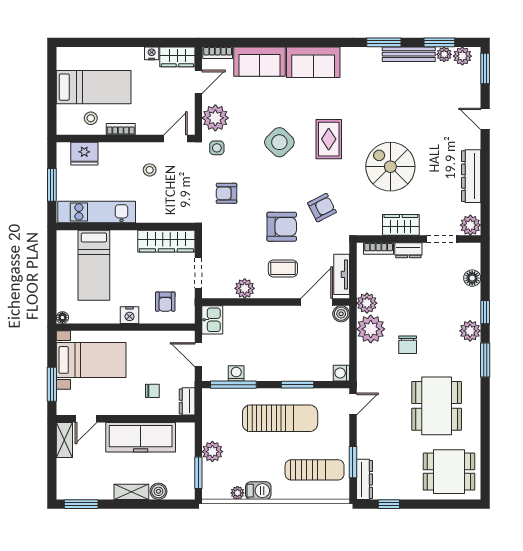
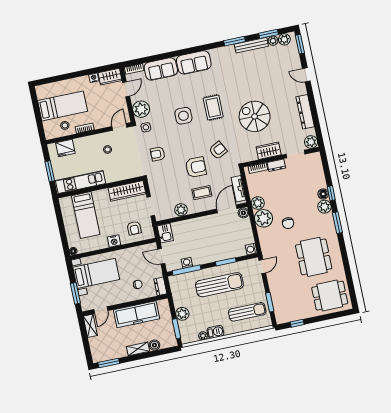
side table: (279, 142) -> (183, 116), turned 45
floor lamp: (472, 278) -> (323, 194), moved
dresser: (364, 479) -> (279, 311), removed

